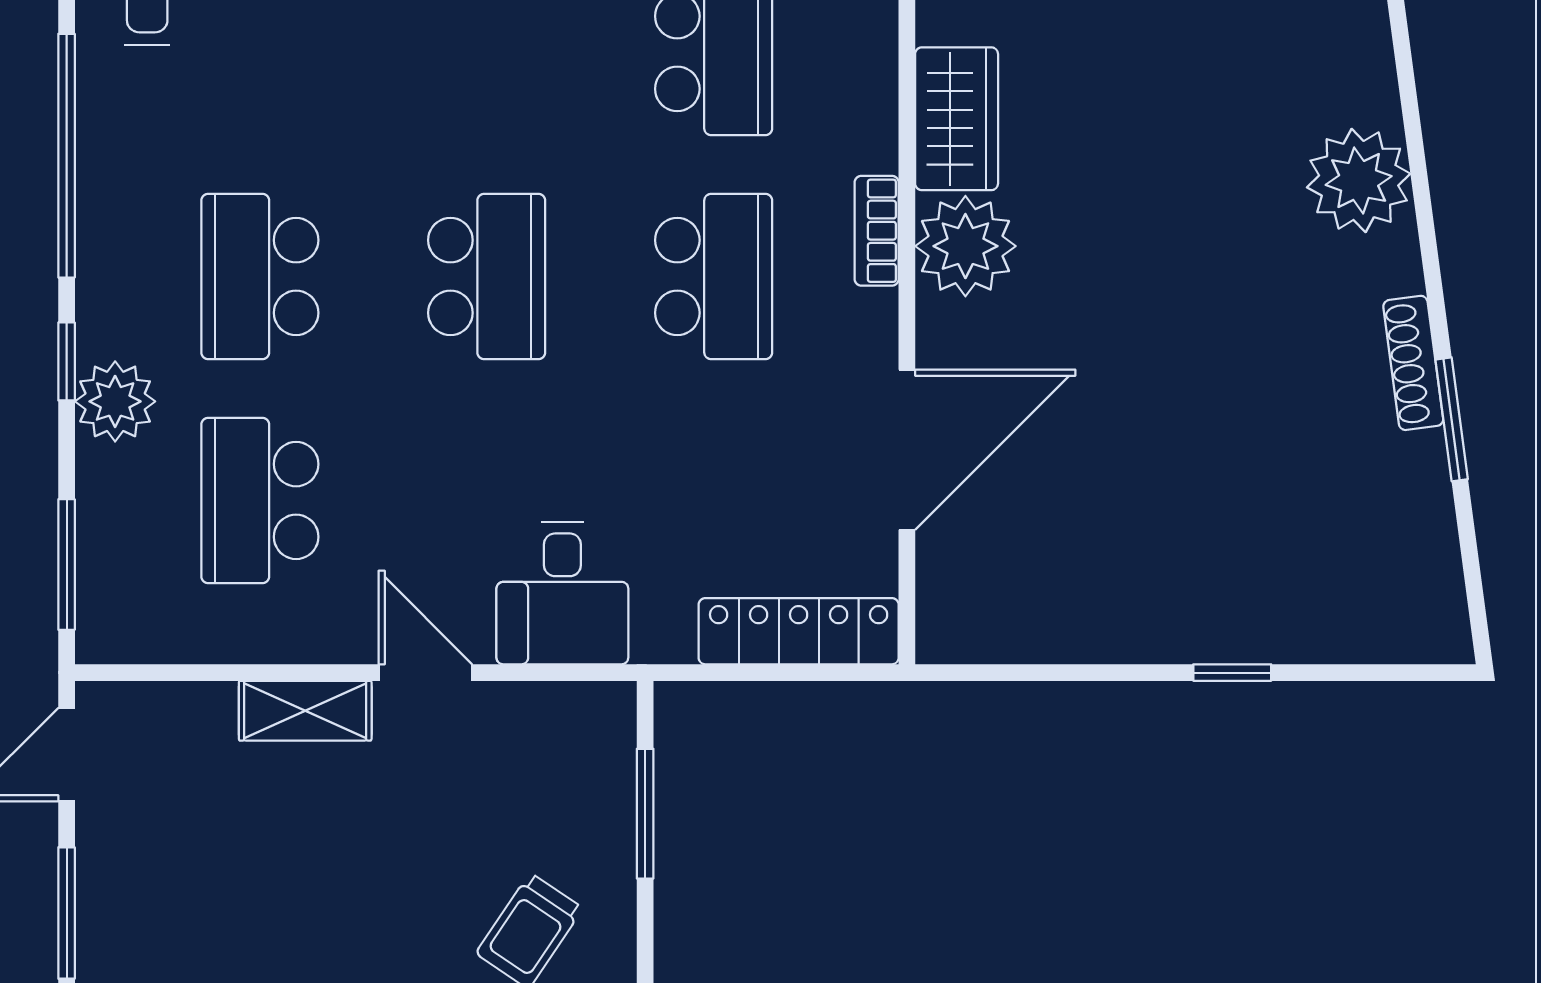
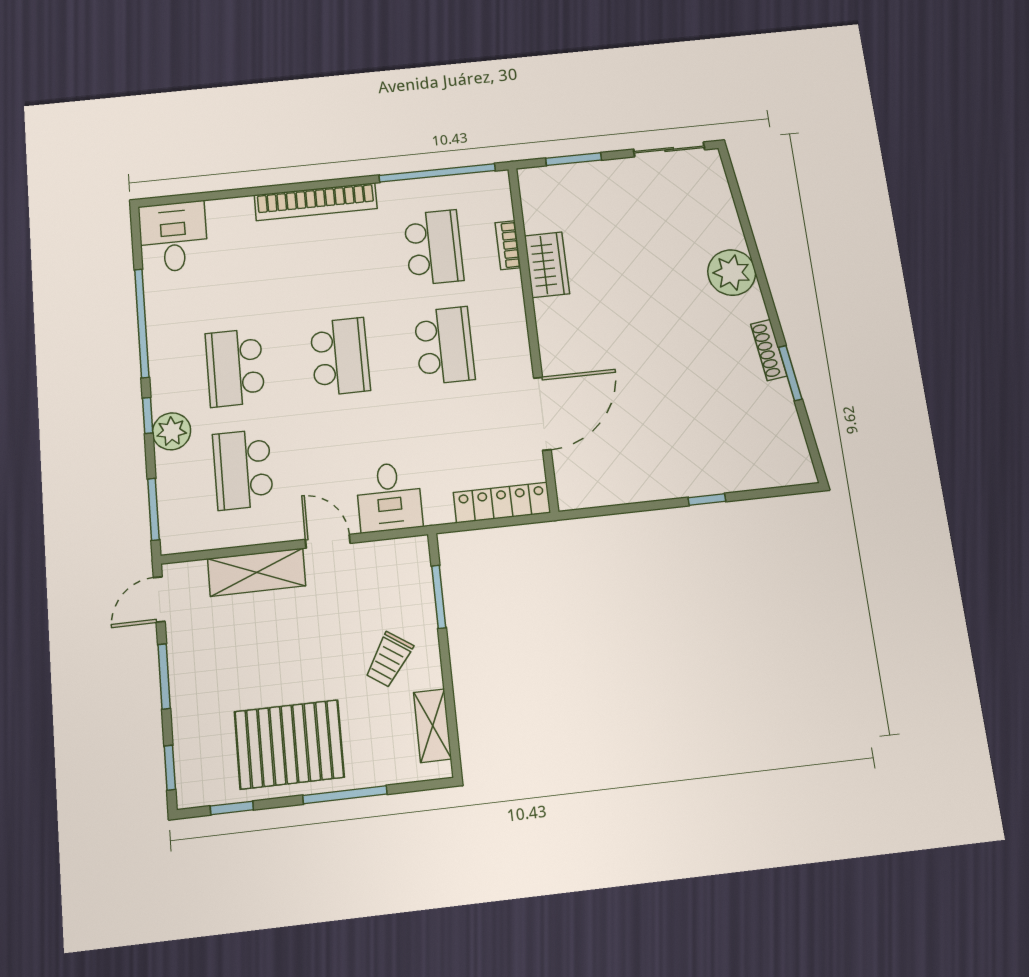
bookcase: (877, 231) -> (508, 245), moved
plant: (965, 246) -> (558, 320), removed
shelving: (305, 711) -> (257, 572), width x1.50, depth x1.33

